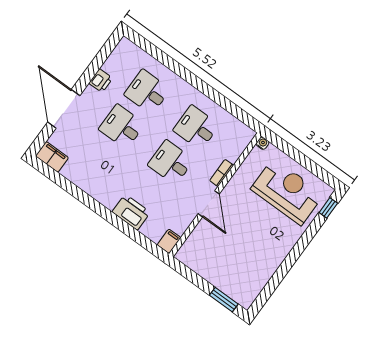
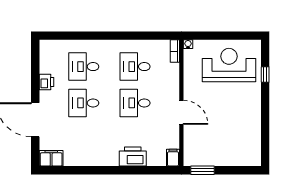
bookcase: (222, 173) -> (175, 51), moved
window: (328, 208) -> (265, 75), moved
window: (224, 300) -> (202, 170), moved

